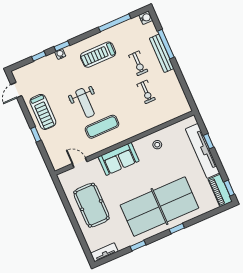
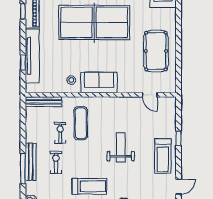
treadmill: (43, 112) -> (163, 156), turned 180
bench: (174, 114) -> (44, 102), added
exercise mat: (102, 127) -> (81, 123), moved, turned 90
sofa: (119, 159) -> (99, 83), moved

